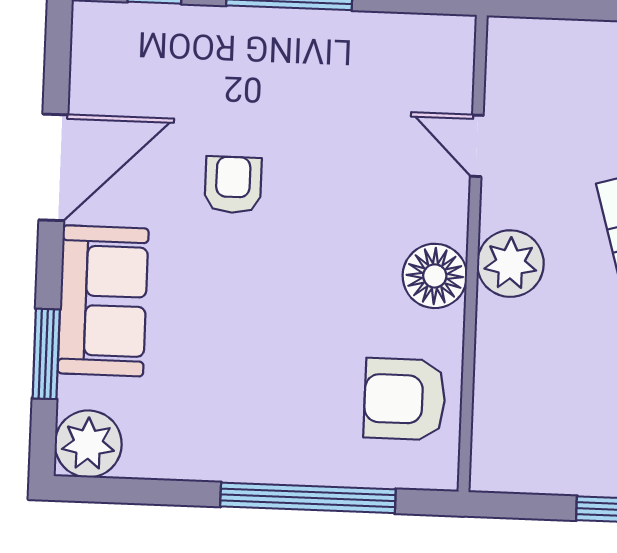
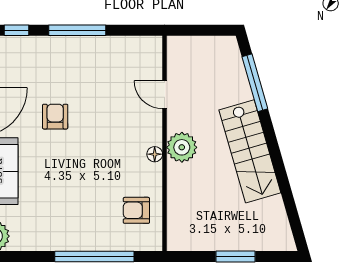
floor lamp: (435, 276) -> (155, 154), width x0.53, depth x0.53
armchair: (405, 399) -> (136, 210), width x0.72, depth x0.72

